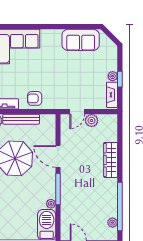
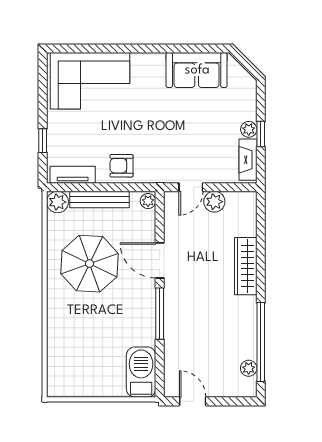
plant: (51, 204) -> (148, 201), moved

